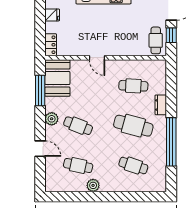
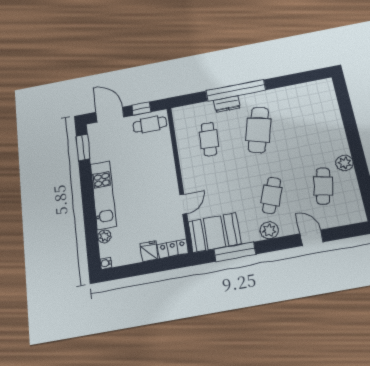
fridge: (52, 15) -> (149, 251), moved
door: (97, 58) -> (183, 204), moved
window: (171, 142) -> (236, 90), moved
door: (40, 149) -> (312, 238), hinge flipped
cafe table: (133, 166) -> (308, 120), removed

